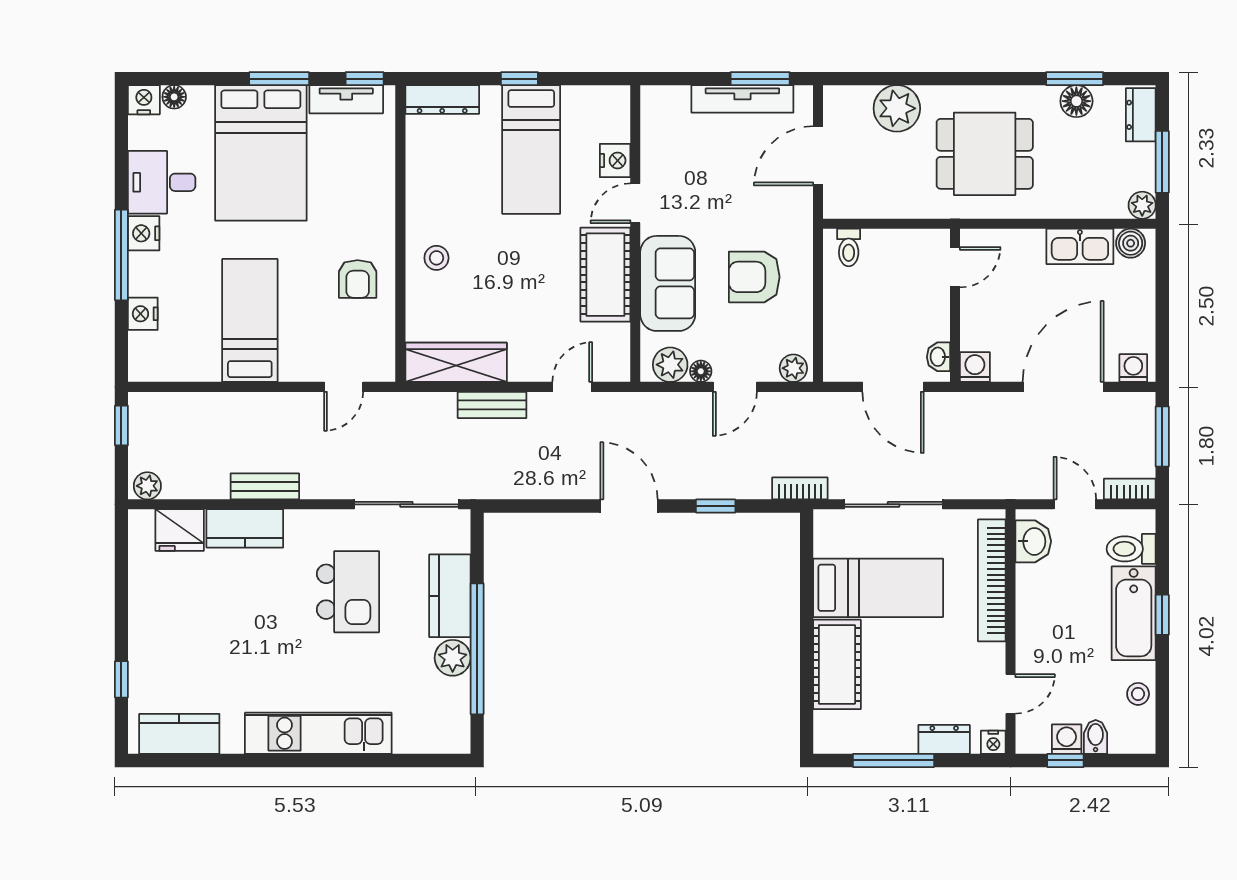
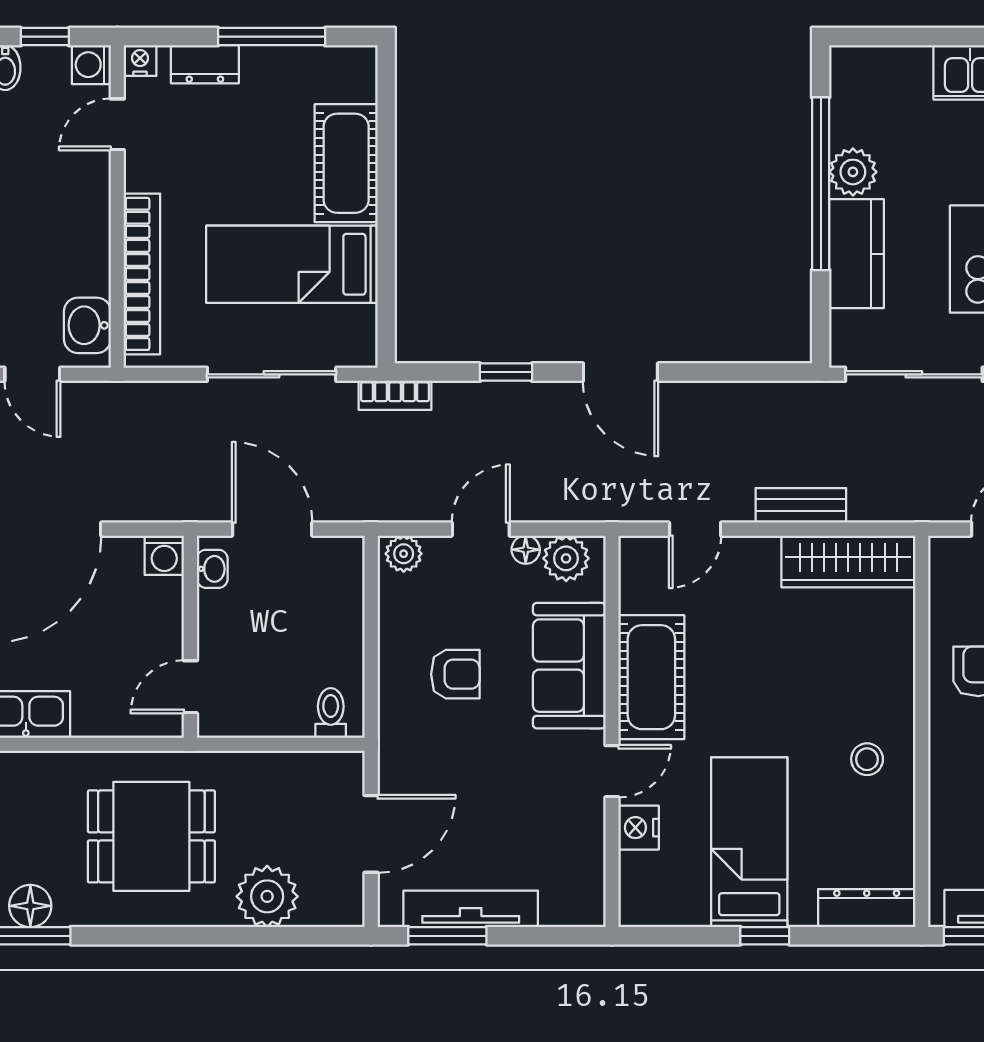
stool: (436, 258) -> (867, 759), moved
armchair: (754, 277) -> (455, 674), width x0.72, depth x0.72
washing machine: (1067, 739) -> (91, 65), moved, turned 90

